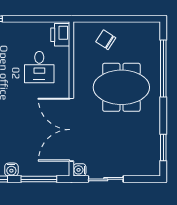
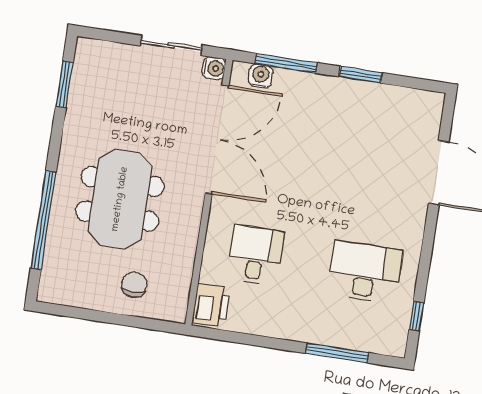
chair: (106, 40) -> (134, 285), turned -123
meeting table: (121, 87) -> (120, 199), turned 90
water cooler: (11, 170) -> (261, 76), moved

